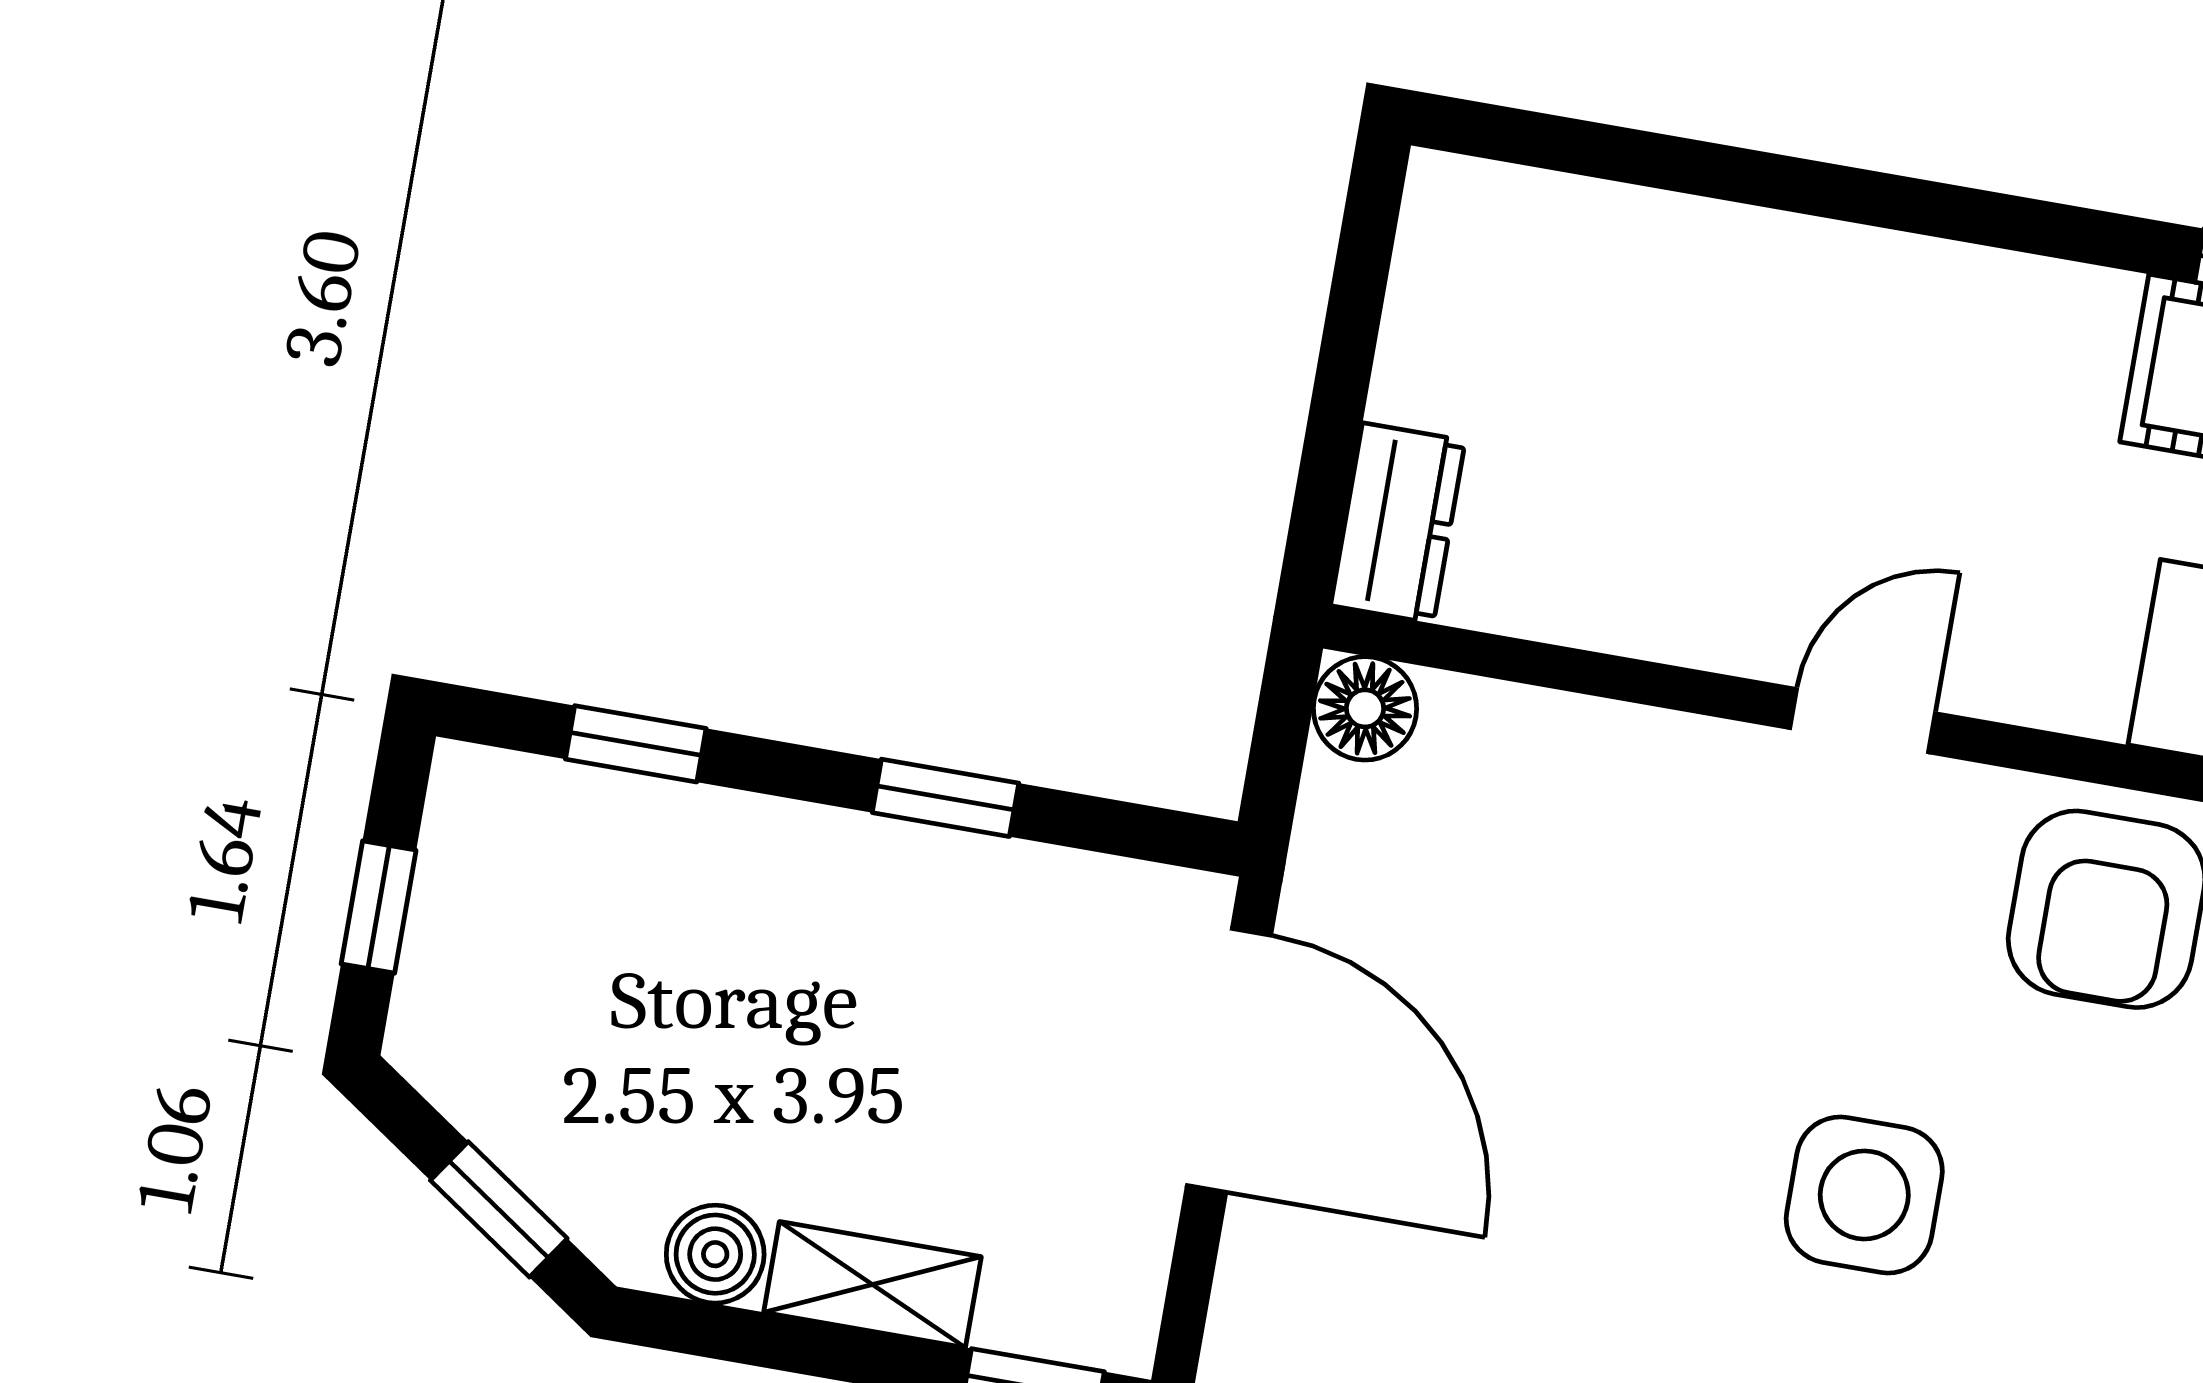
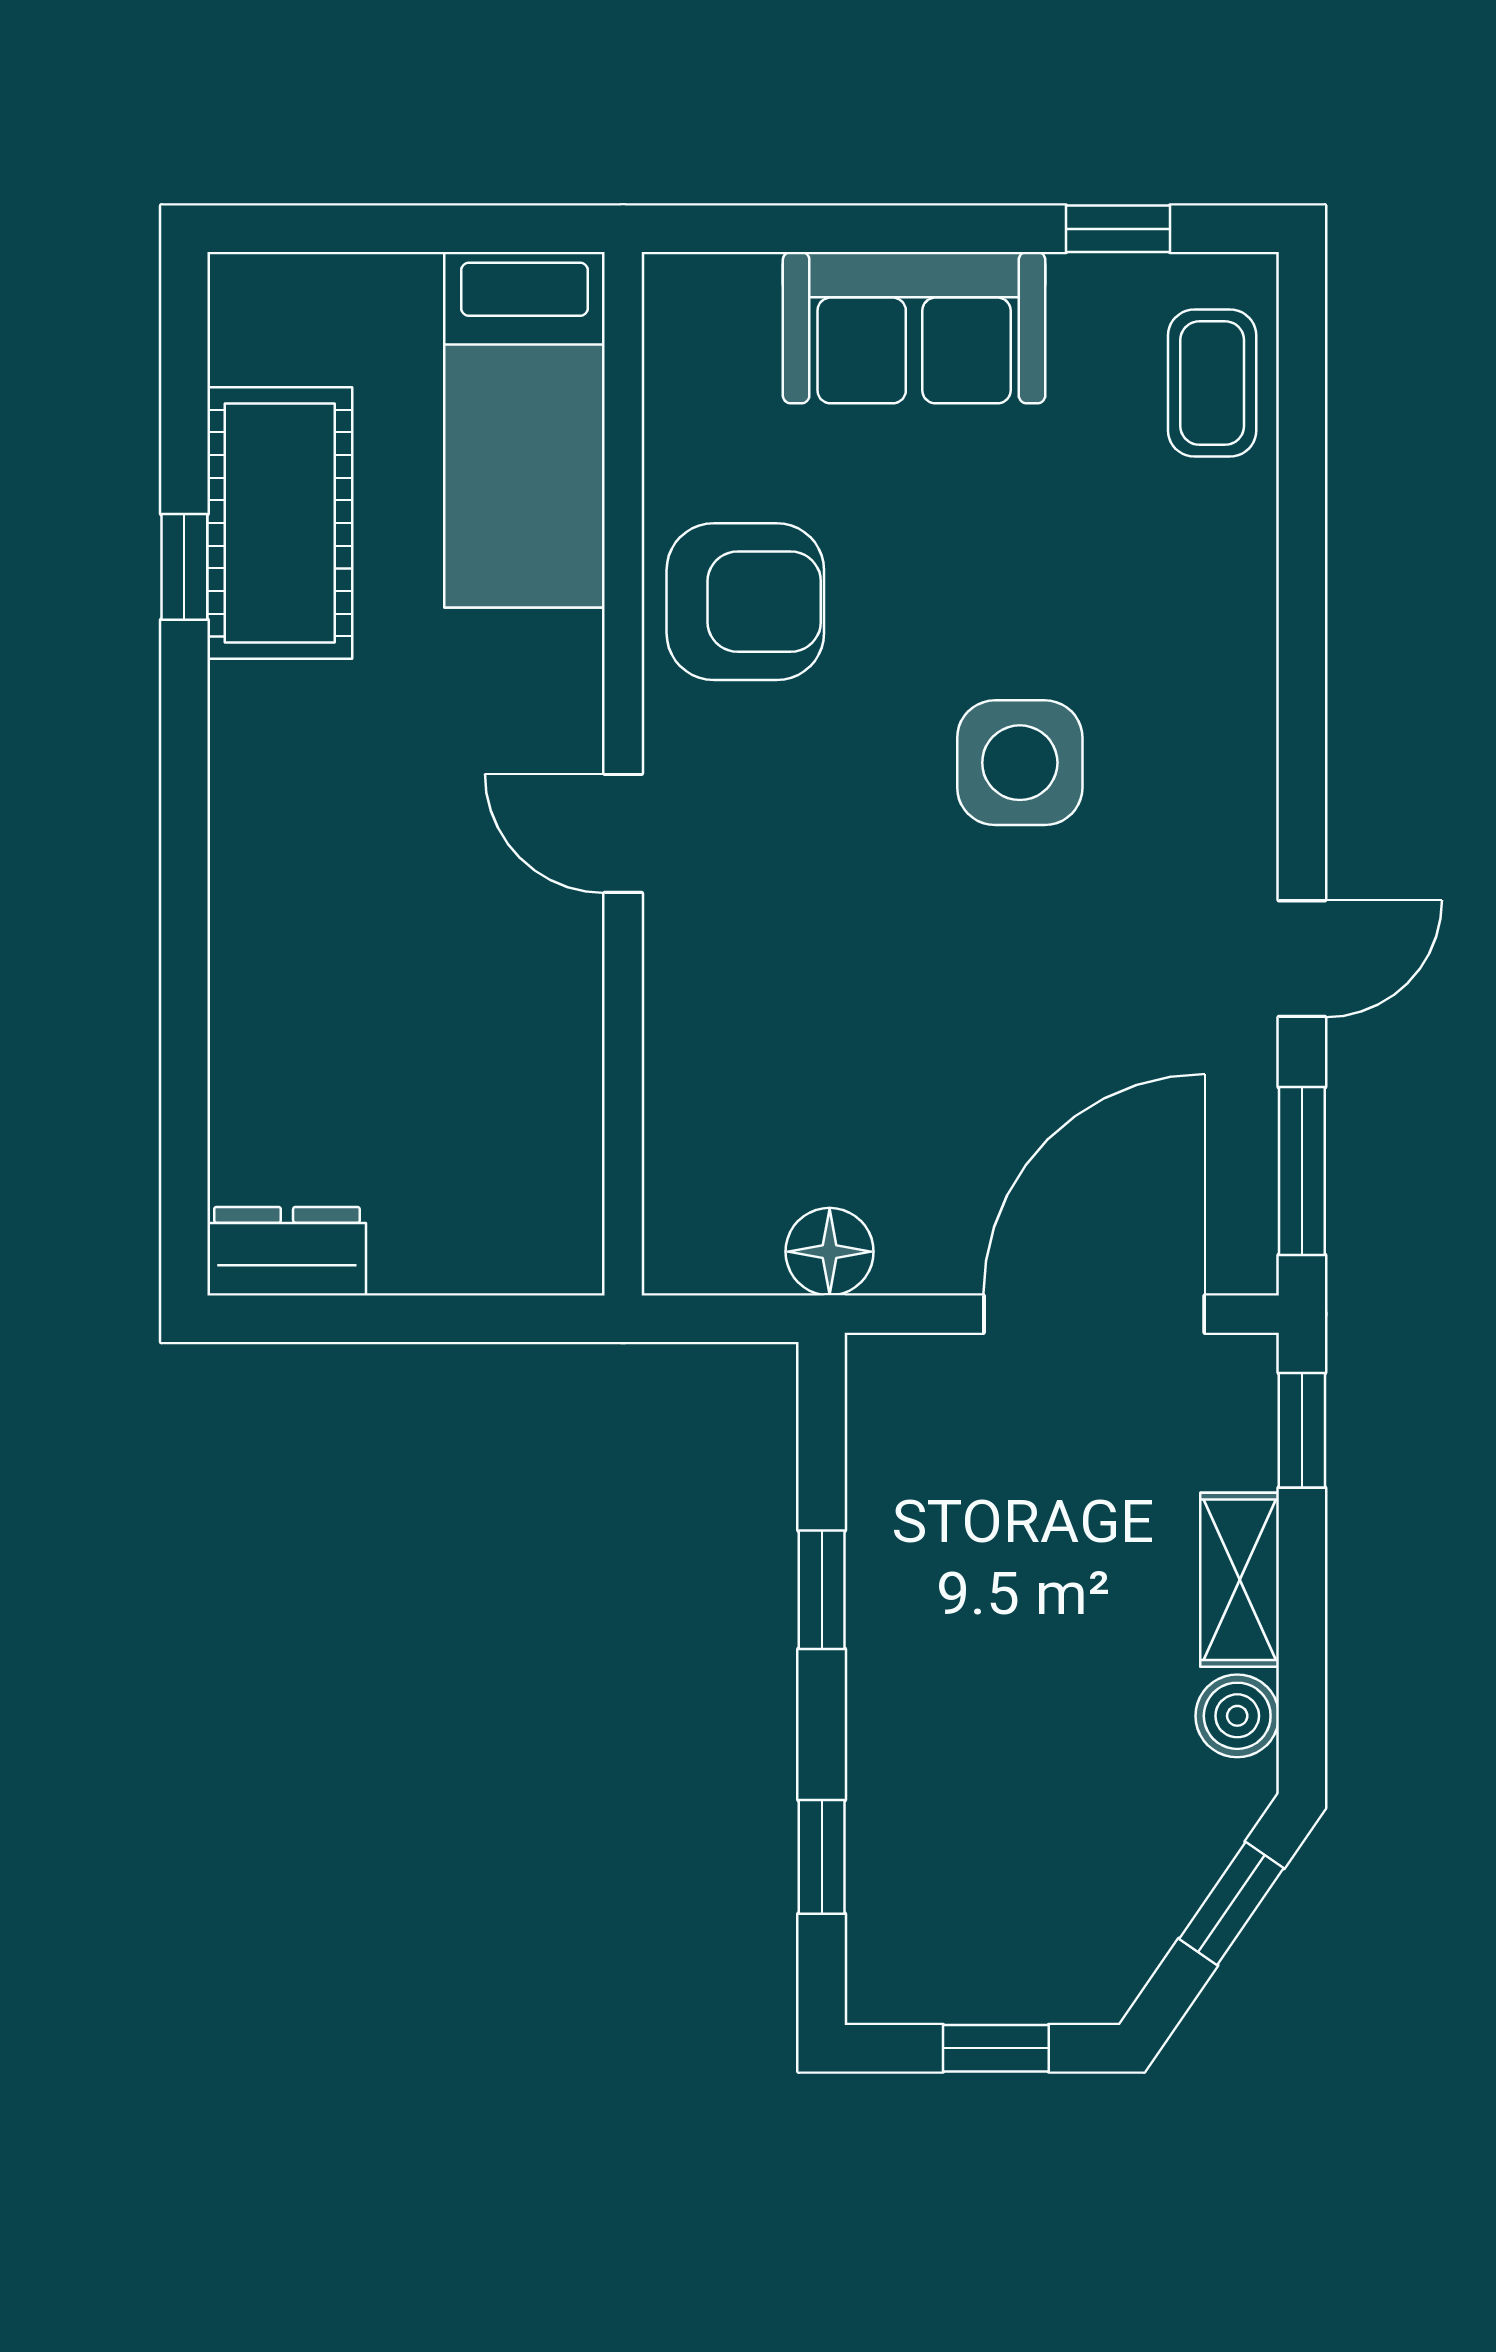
dresser: (1398, 523) -> (287, 1251), moved
floor lamp: (1365, 708) -> (830, 1252), moved
door: (1229, 1060) -> (1094, 1314), moved

